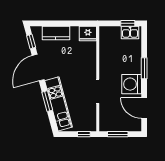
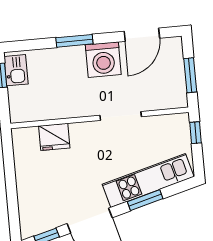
kitchen counter: (56, 33) -> (28, 196), removed
fridge: (88, 34) -> (54, 137), moved, turned 90

